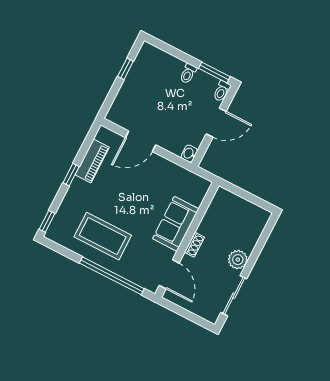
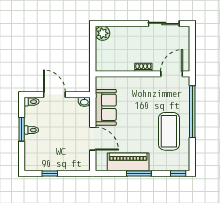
window: (214, 72) -> (22, 129), moved
piano: (92, 161) -> (128, 162), width x1.37, depth x1.33
window: (71, 175) -> (139, 173), width x1.50
sofa: (176, 224) -> (106, 107), moved, turned -90
plant: (238, 260) -> (103, 33), moved

